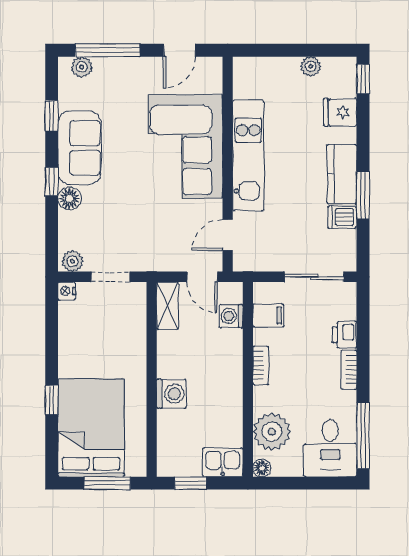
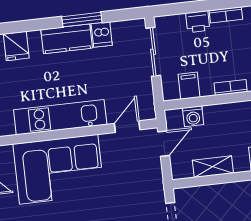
door: (228, 235) -> (127, 127), swing flipped
shelving: (167, 306) -> (213, 167), moved

